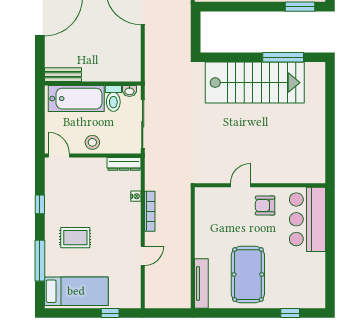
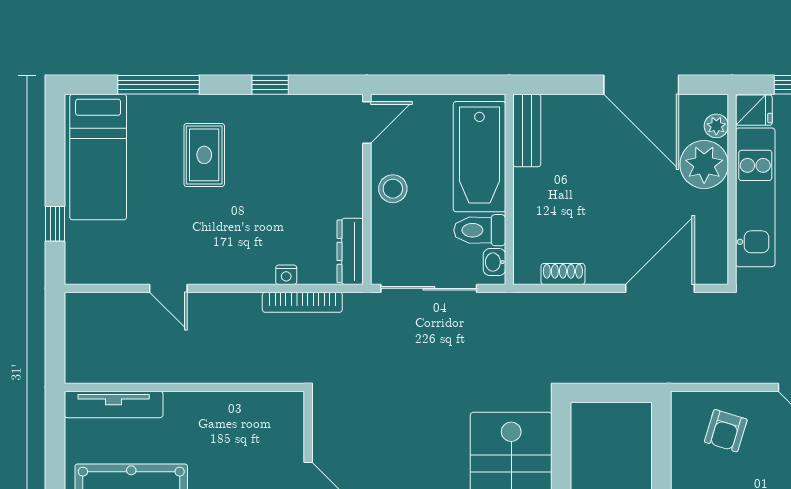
shoe rack: (135, 56) -> (563, 274), added
bookcase: (150, 211) -> (302, 302), moved

